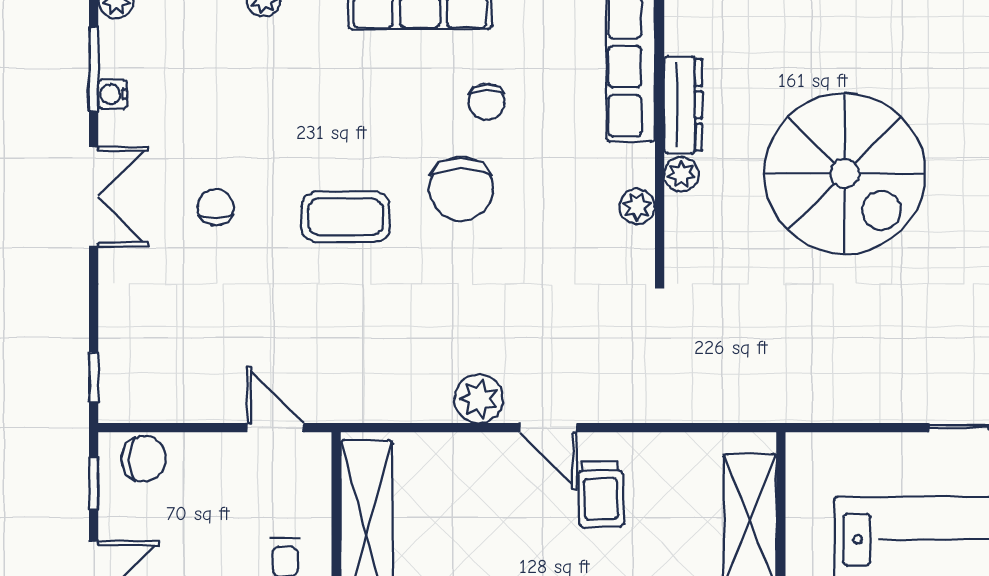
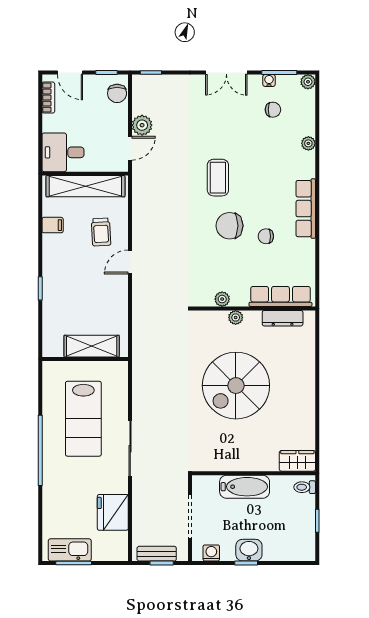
dresser: (683, 105) -> (283, 318), moved
chair: (216, 207) -> (273, 110), moved
plant: (479, 399) -> (142, 125), moved
trolley: (601, 494) -> (101, 232), moved, turned -91

